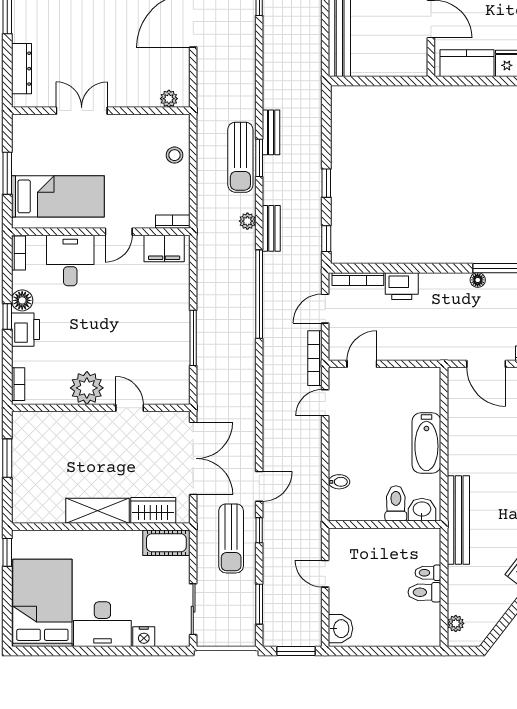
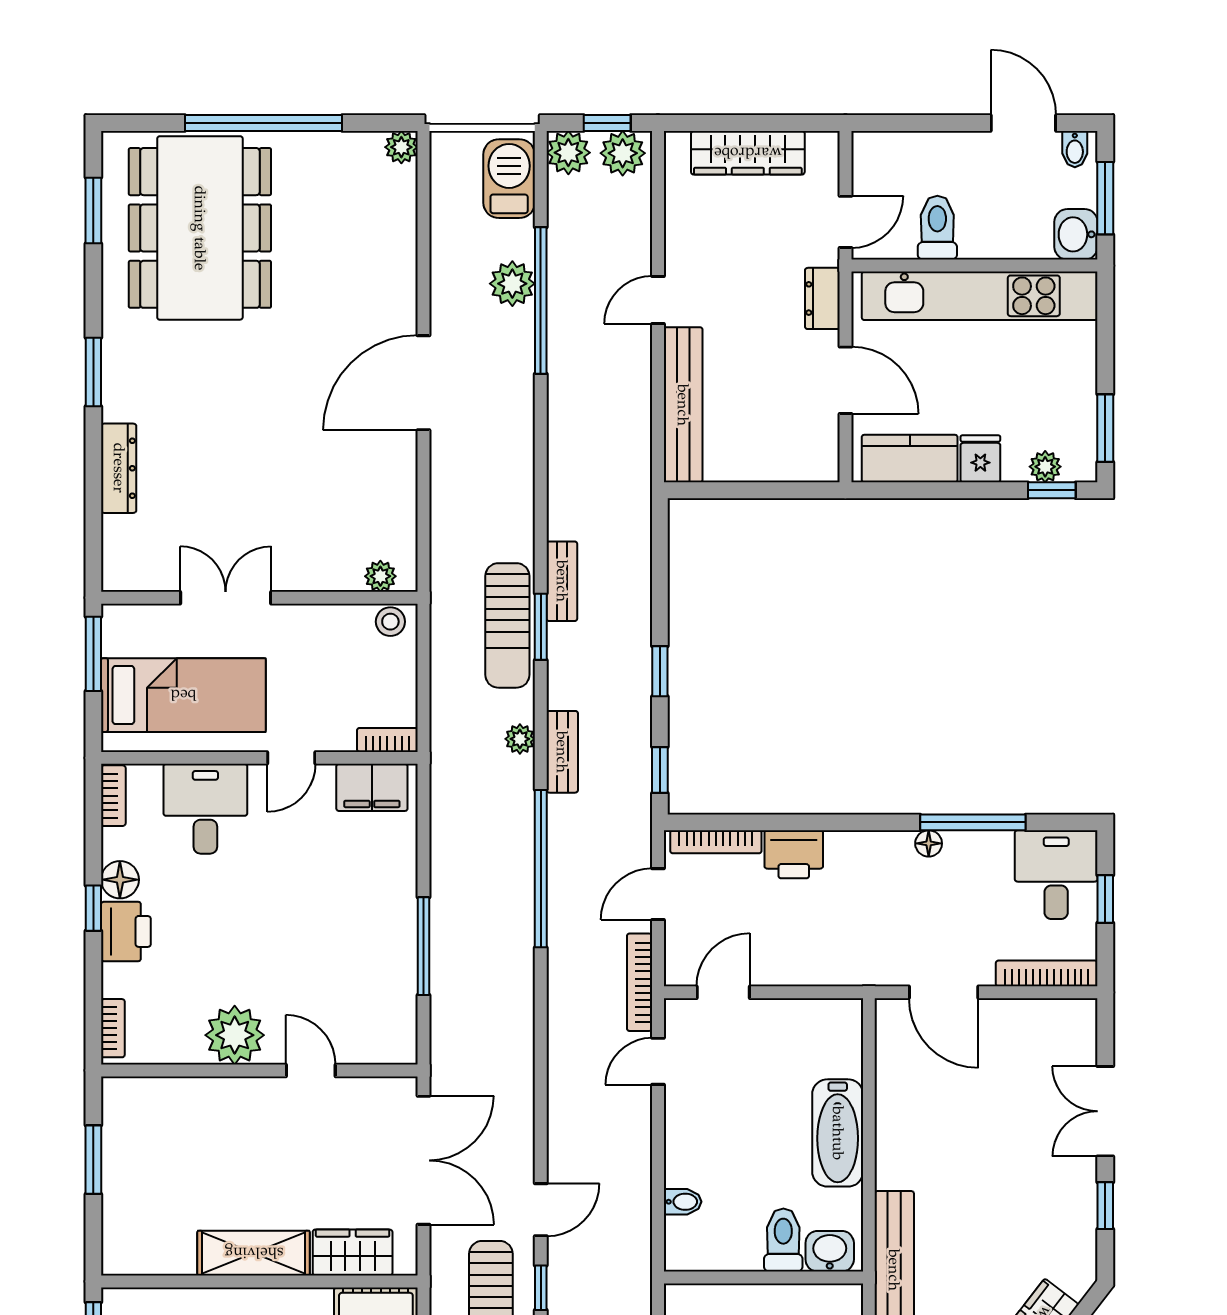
plant: (169, 99) -> (380, 576), moved
double door: (82, 111) -> (226, 598), moved
wall: (101, 111) -> (259, 598), moved

